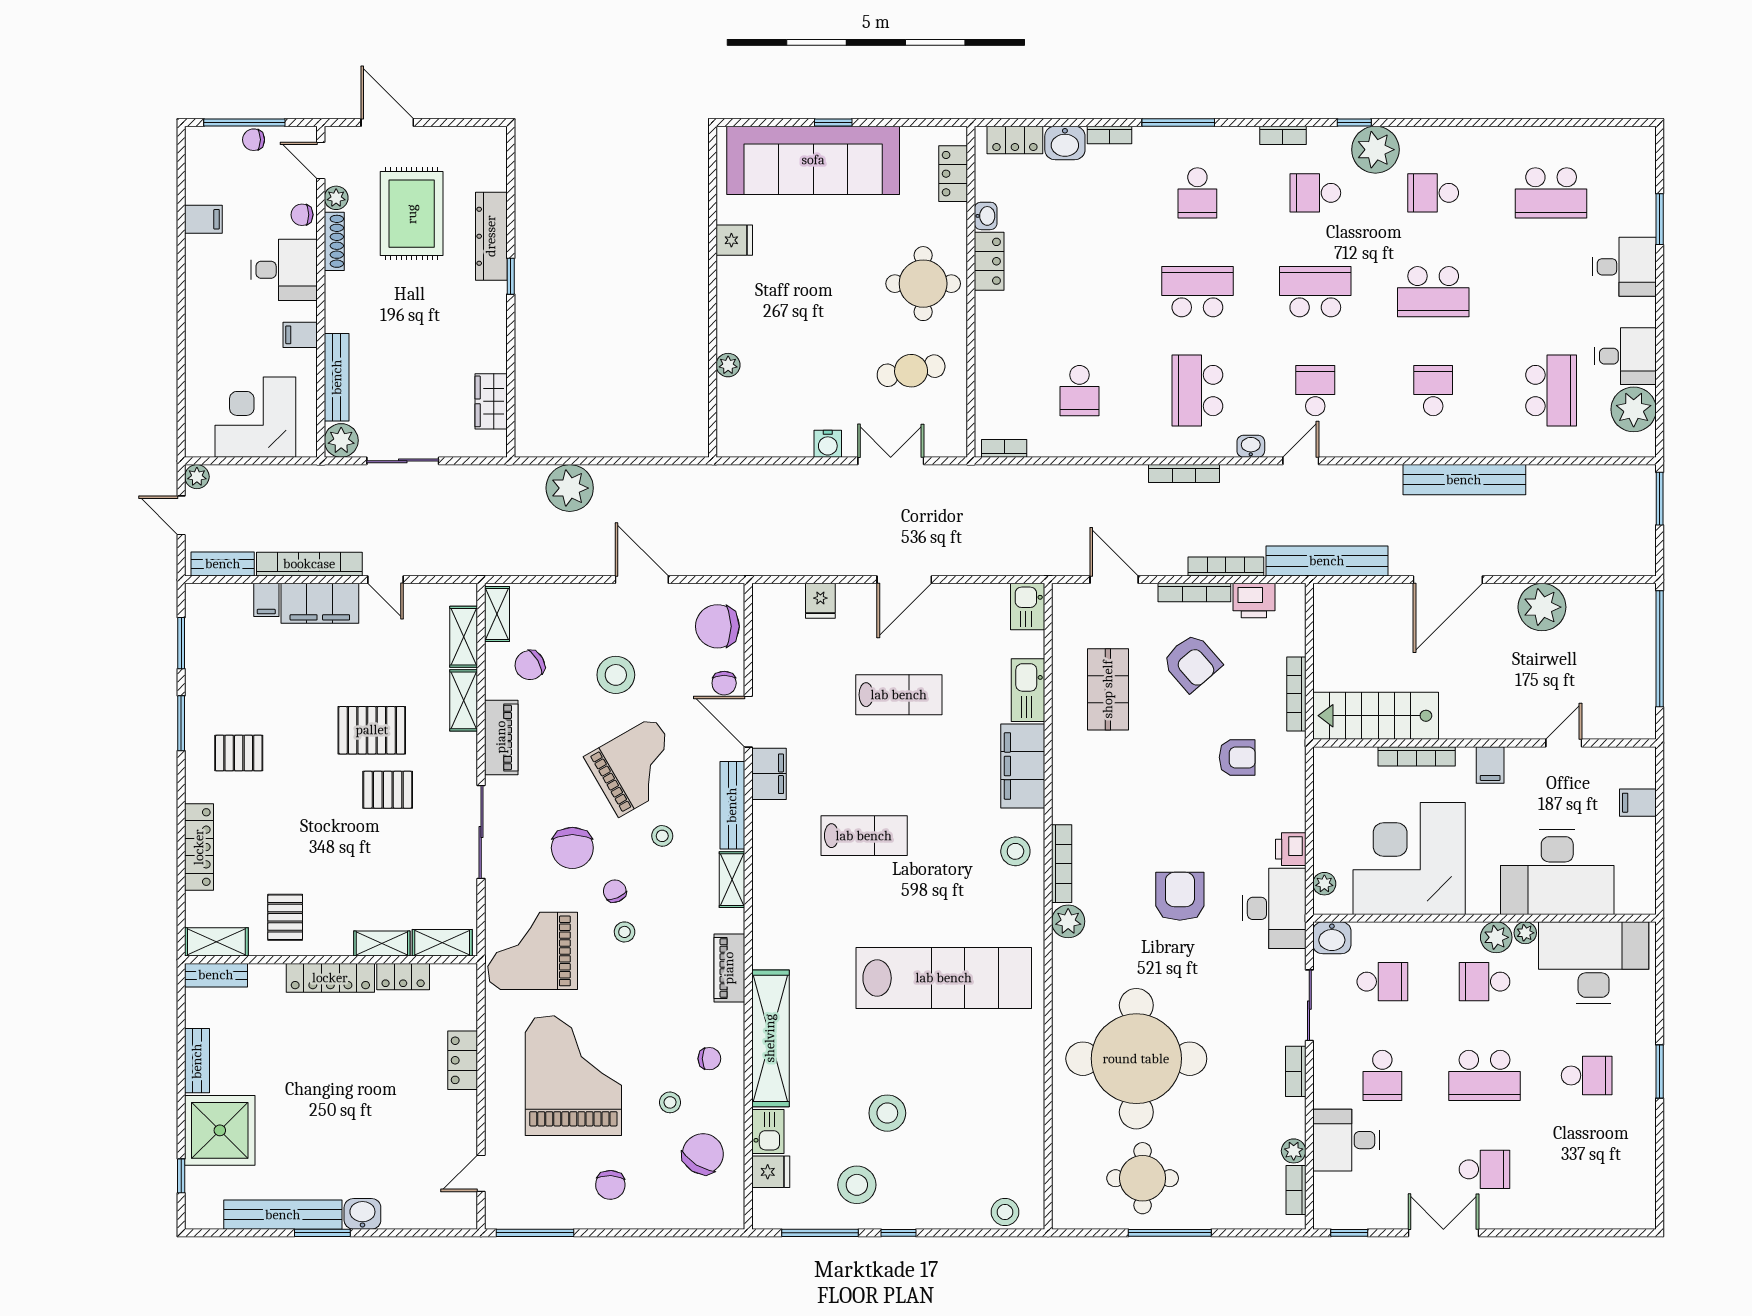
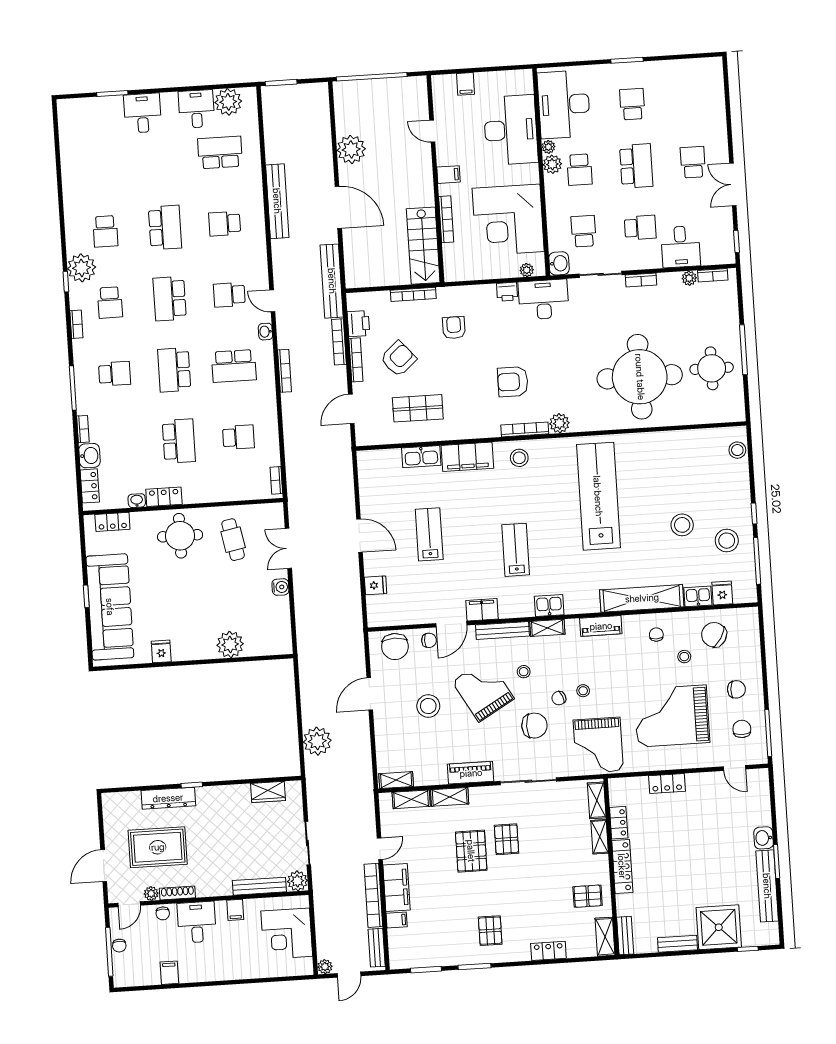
school desk: (1551, 193) -> (179, 441), moved
plant: (728, 365) -> (230, 644), width x1.88, depth x1.88
kitchen sink: (1028, 607) -> (549, 605), moved, turned 180
chair: (530, 665) -> (742, 729), moved, turned -150
locker: (199, 847) -> (548, 951), width x0.66
armchair: (1180, 896) -> (513, 382), moved

